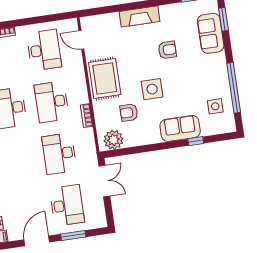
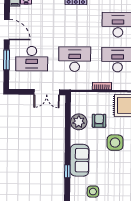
plant: (113, 140) -> (79, 122), moved

